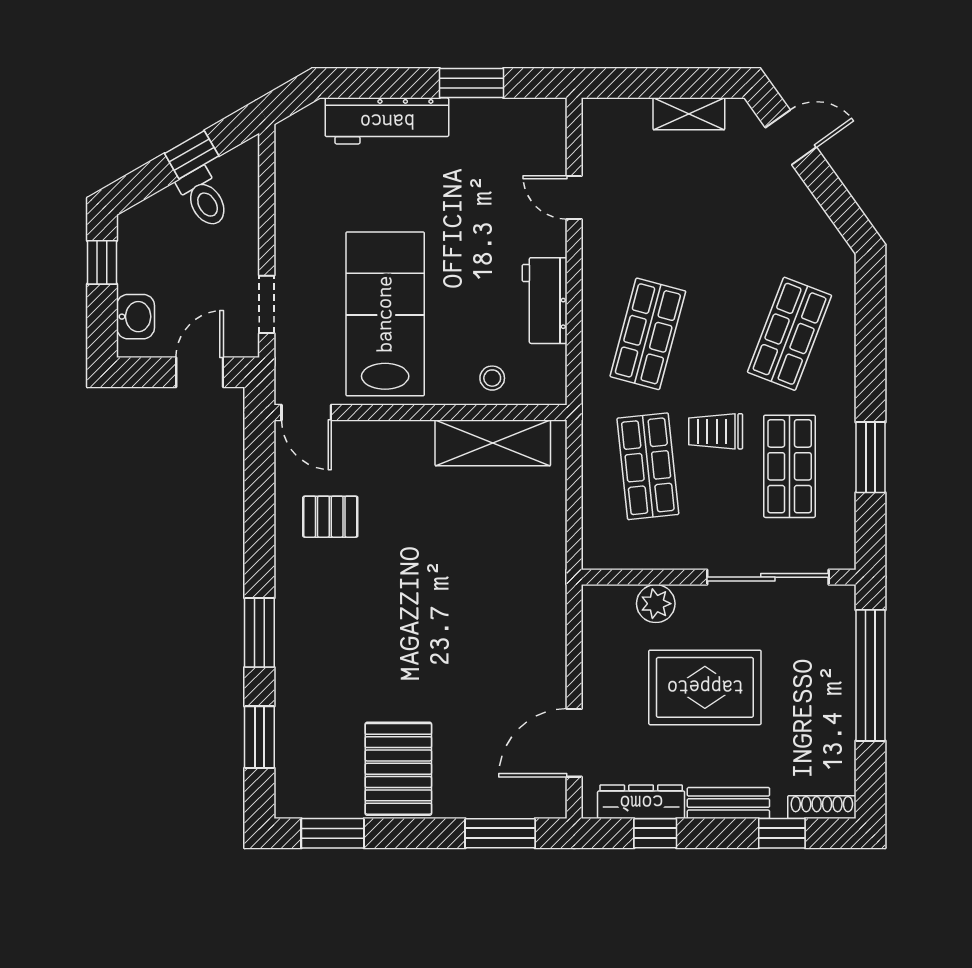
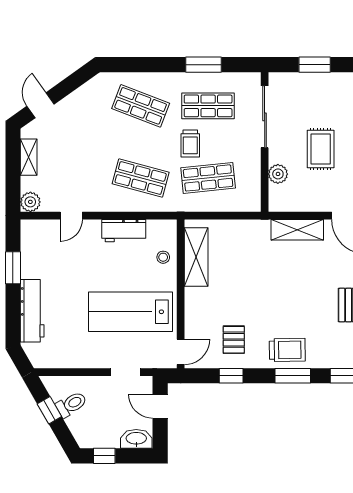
plant: (601, 117) -> (30, 202), added
washbasin: (136, 317) -> (136, 439), width x1.38
window: (259, 512) -> (231, 376), added
trolley: (310, 622) -> (287, 350), added
shelving: (546, 642) -> (297, 230), added
window: (871, 675) -> (315, 65), width x0.47
rug: (705, 687) -> (321, 149), width x0.73, depth x0.70

